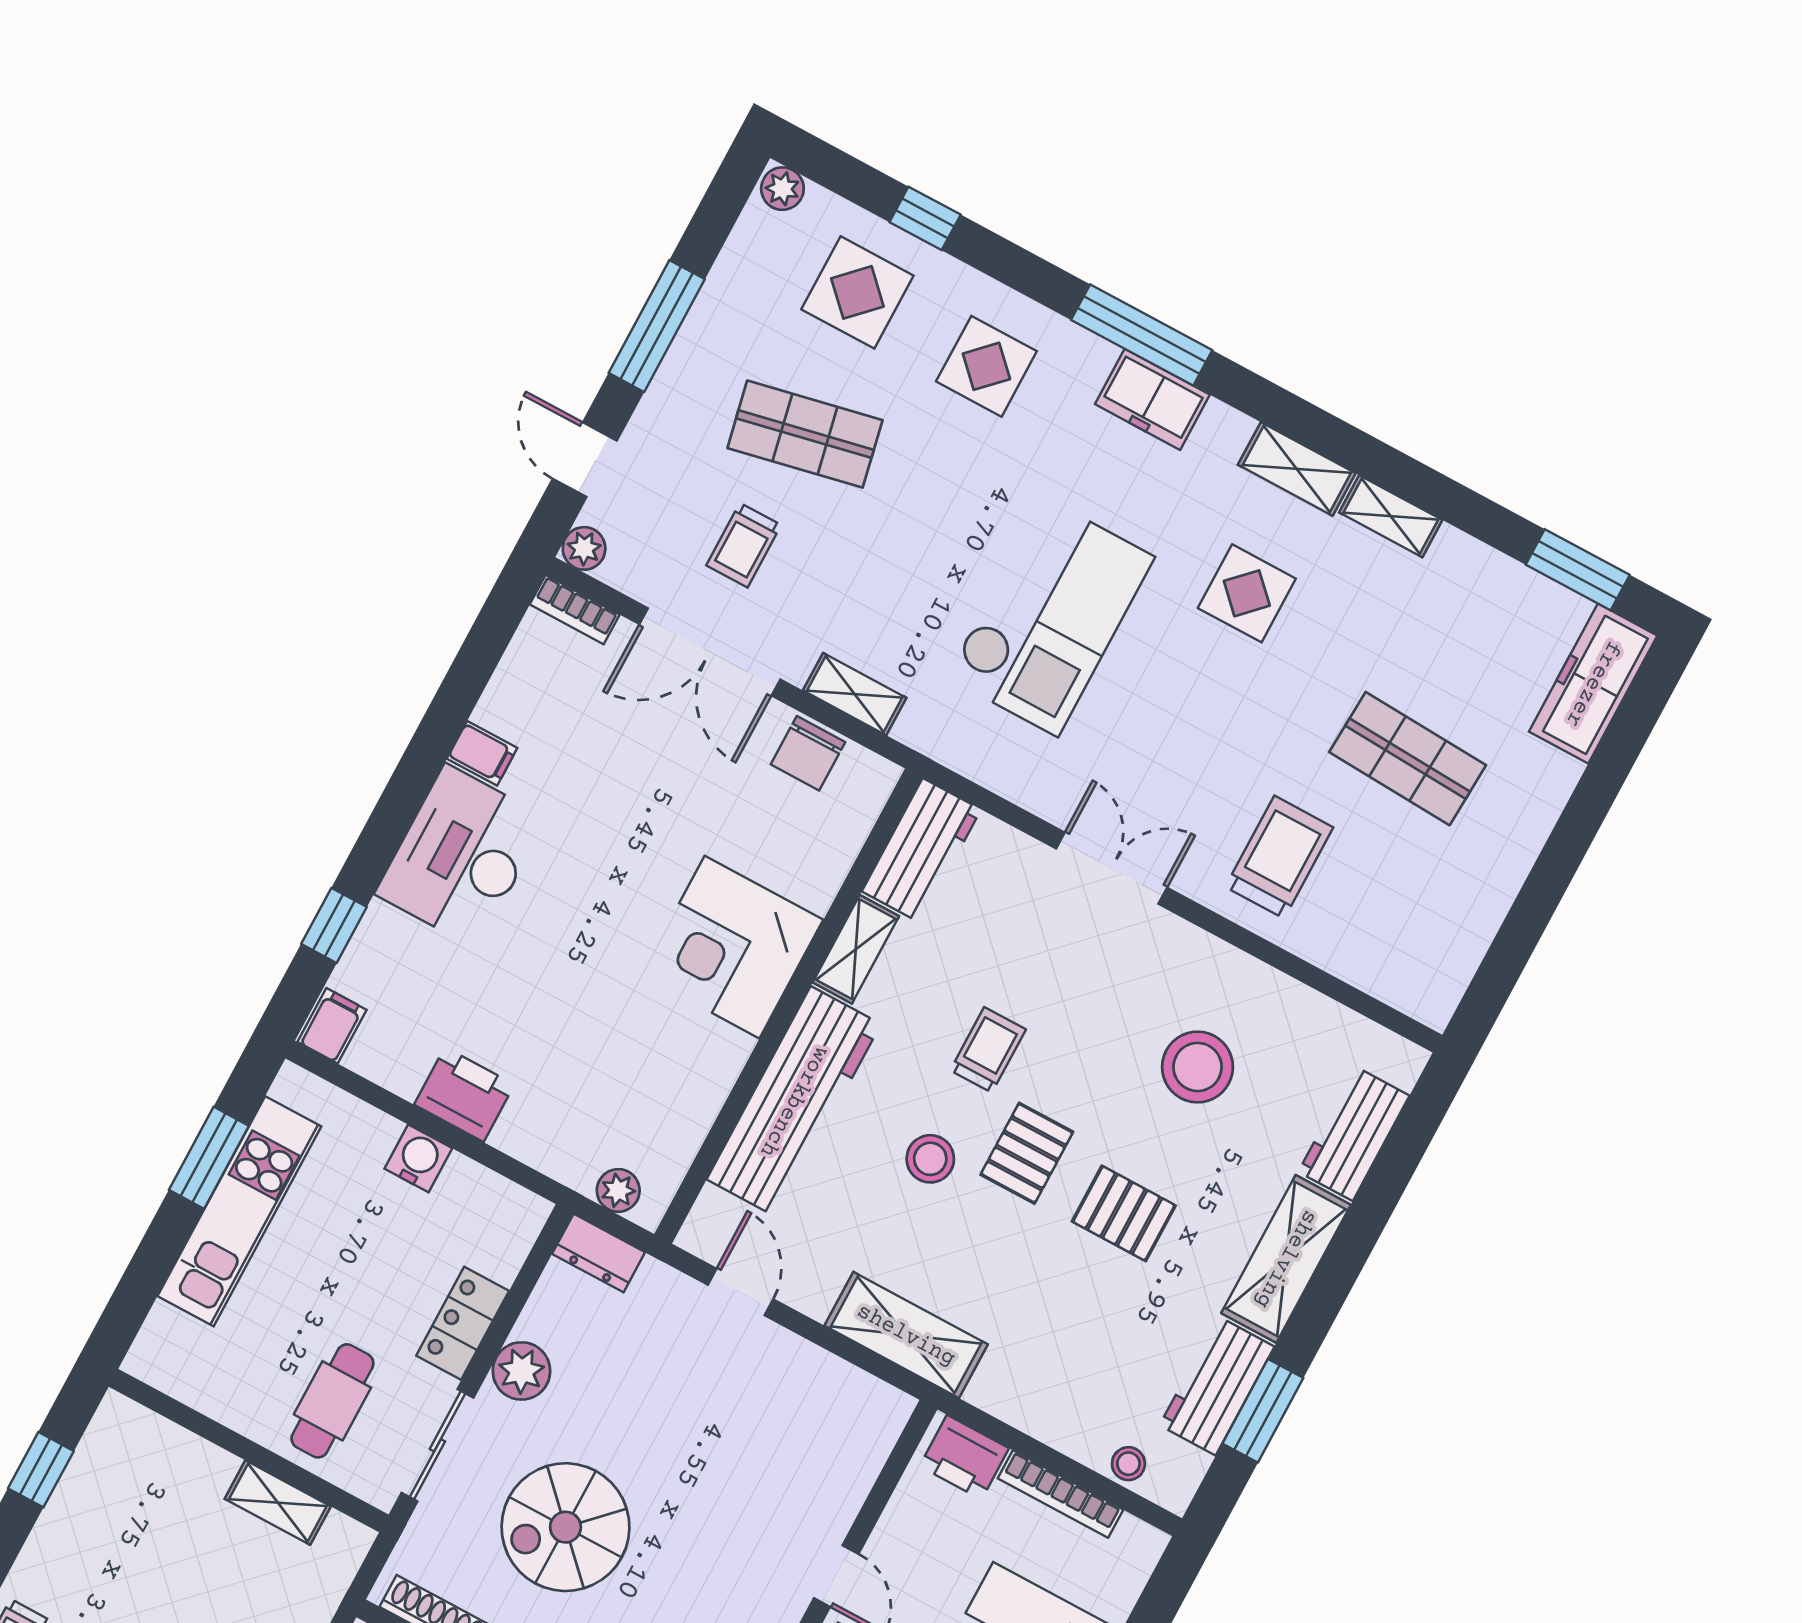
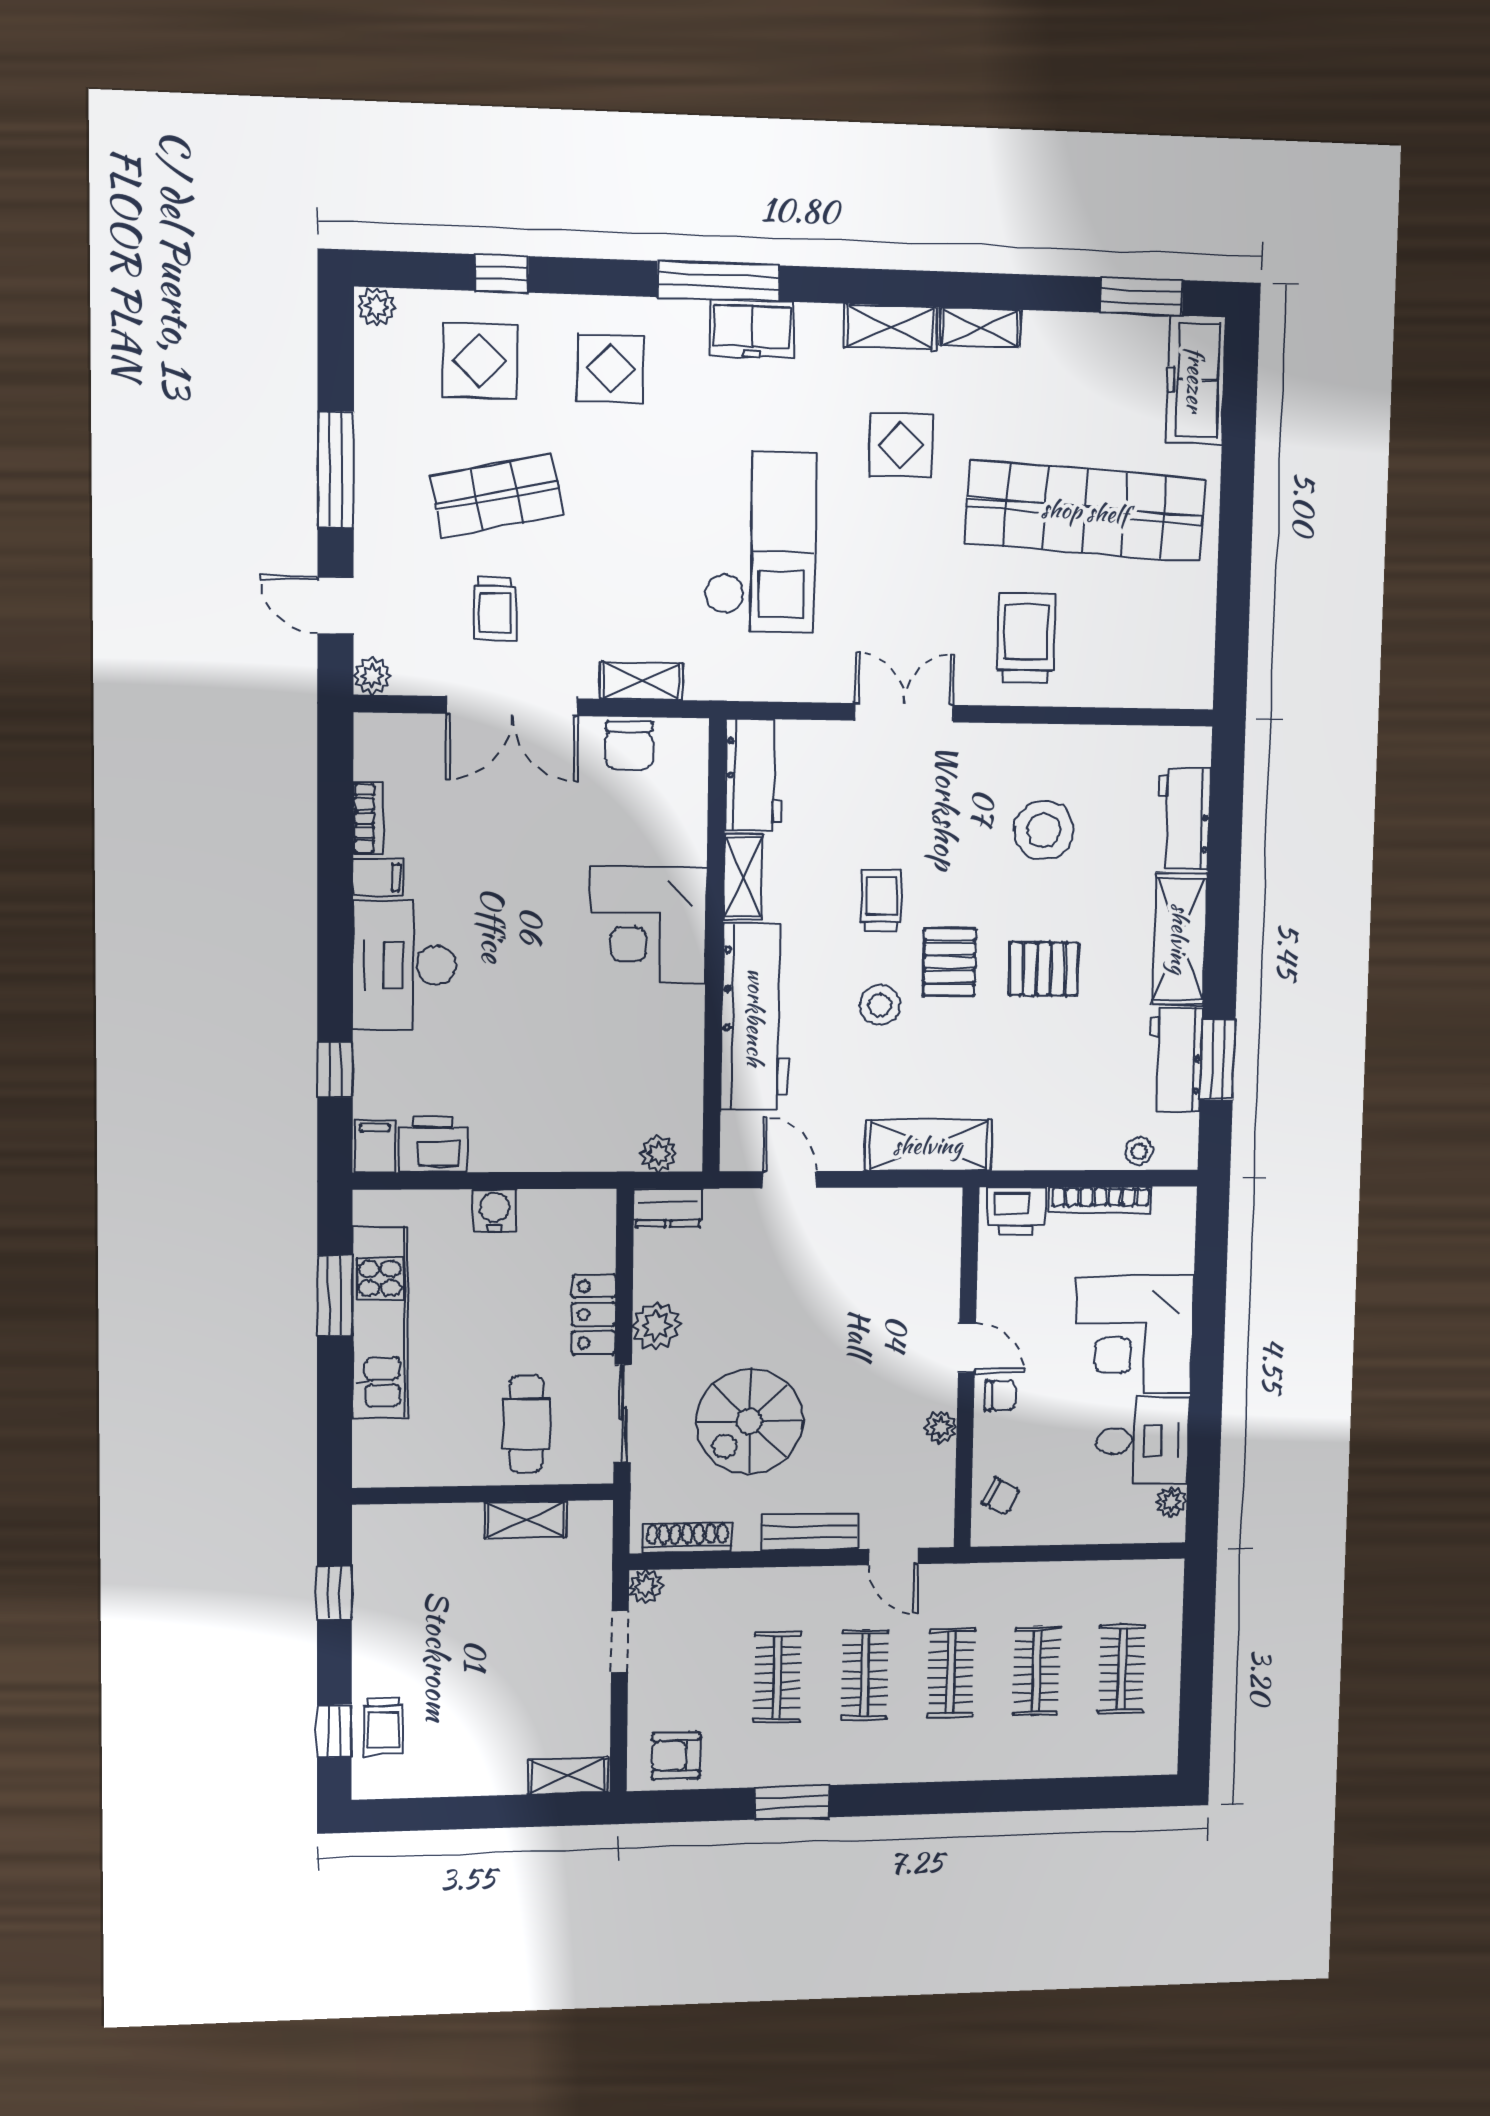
bookcase: (575, 610) -> (368, 818), moved, turned -90
shop shelf: (1408, 759) -> (1085, 511), width x2.00, depth x1.36
printer: (464, 1095) -> (433, 1144), moved

